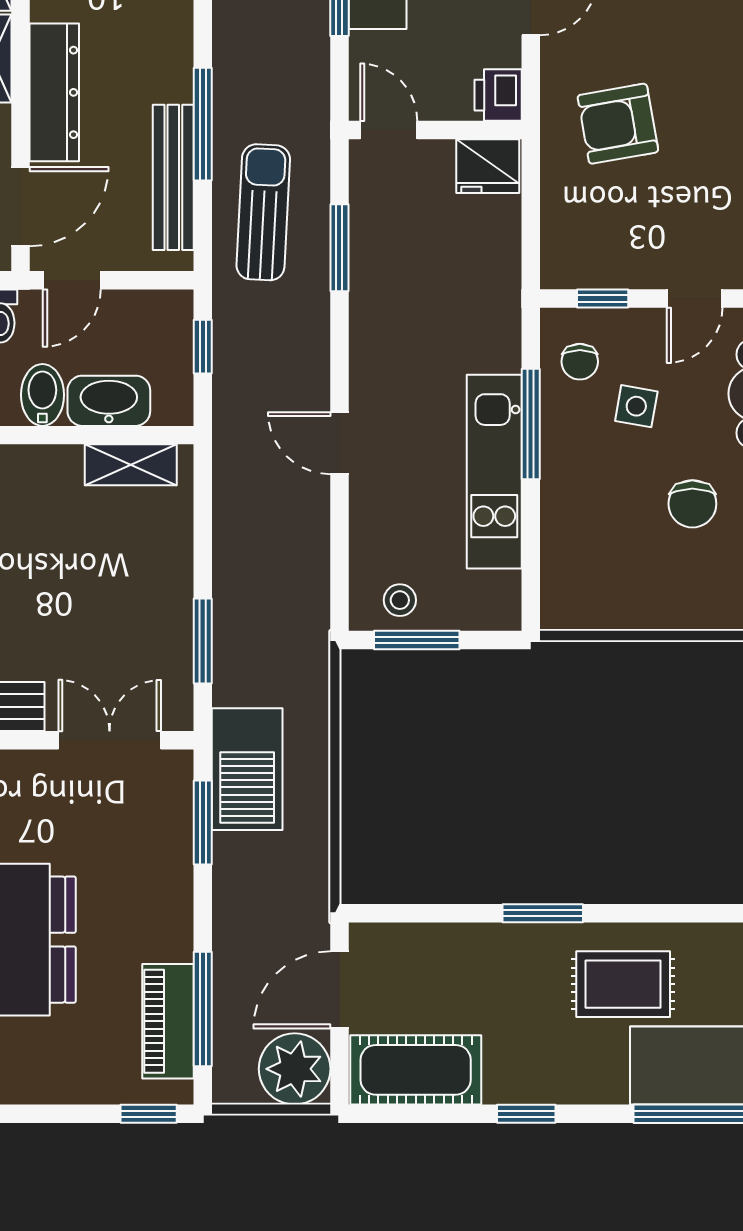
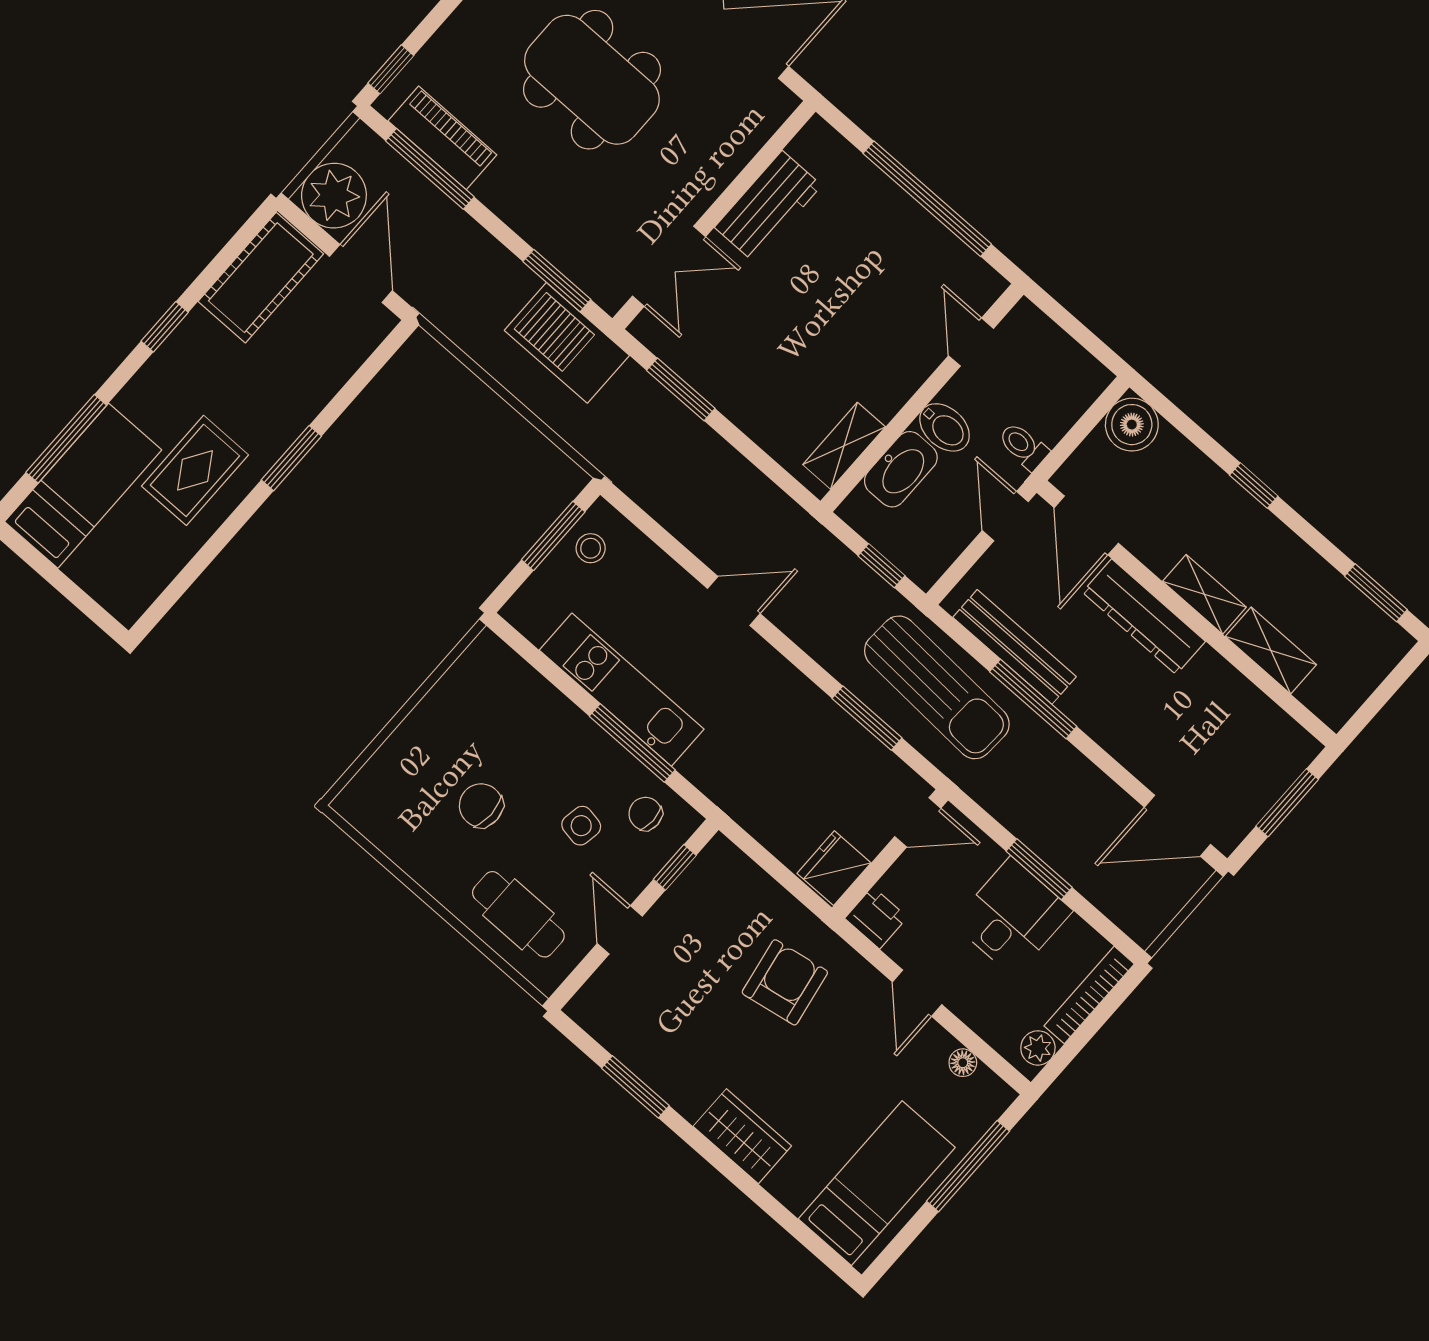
sun lounger: (263, 212) -> (937, 687), width x1.36, depth x1.34

